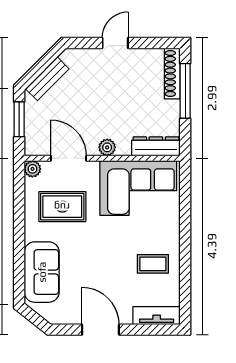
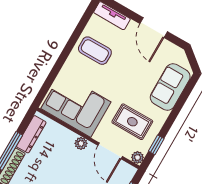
dresser: (156, 146) -> (31, 134), moved, turned -90
window: (19, 196) -> (156, 145), added
coffee table: (153, 264) -> (95, 51), width x1.36, depth x1.30

